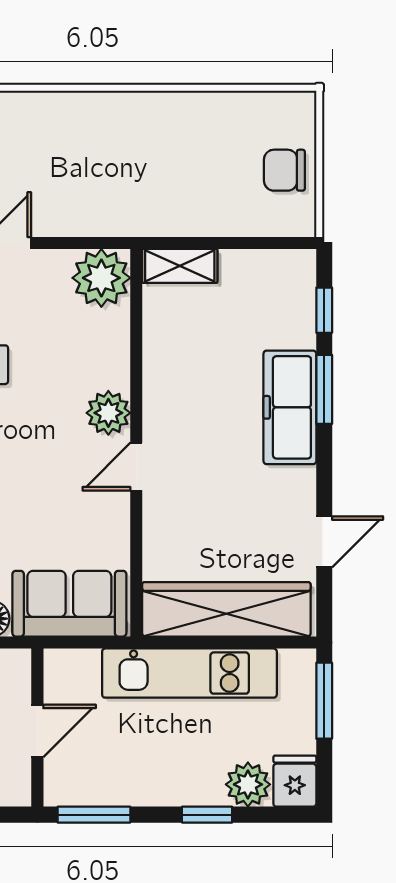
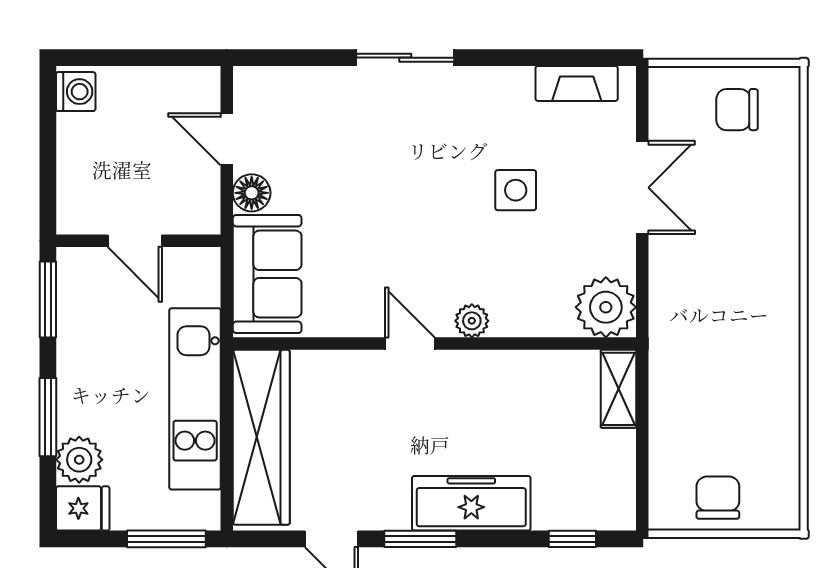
window: (324, 389) -> (420, 539), moved
plant: (108, 413) -> (472, 321), width x0.73, depth x0.73
window: (207, 815) -> (48, 417), width x1.50

